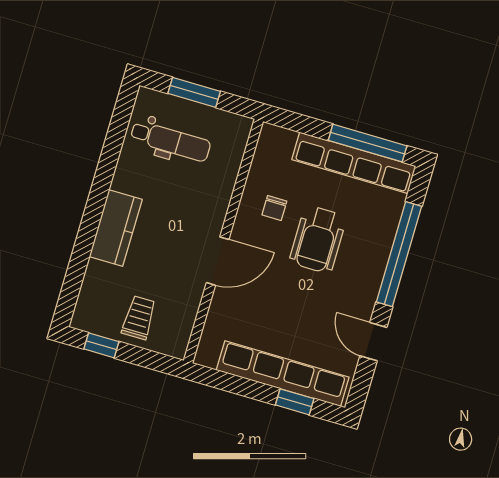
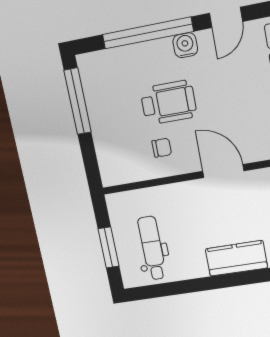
row of seats: (354, 163) -> (97, 104), removed
water cooler: (367, 287) -> (185, 45), added

